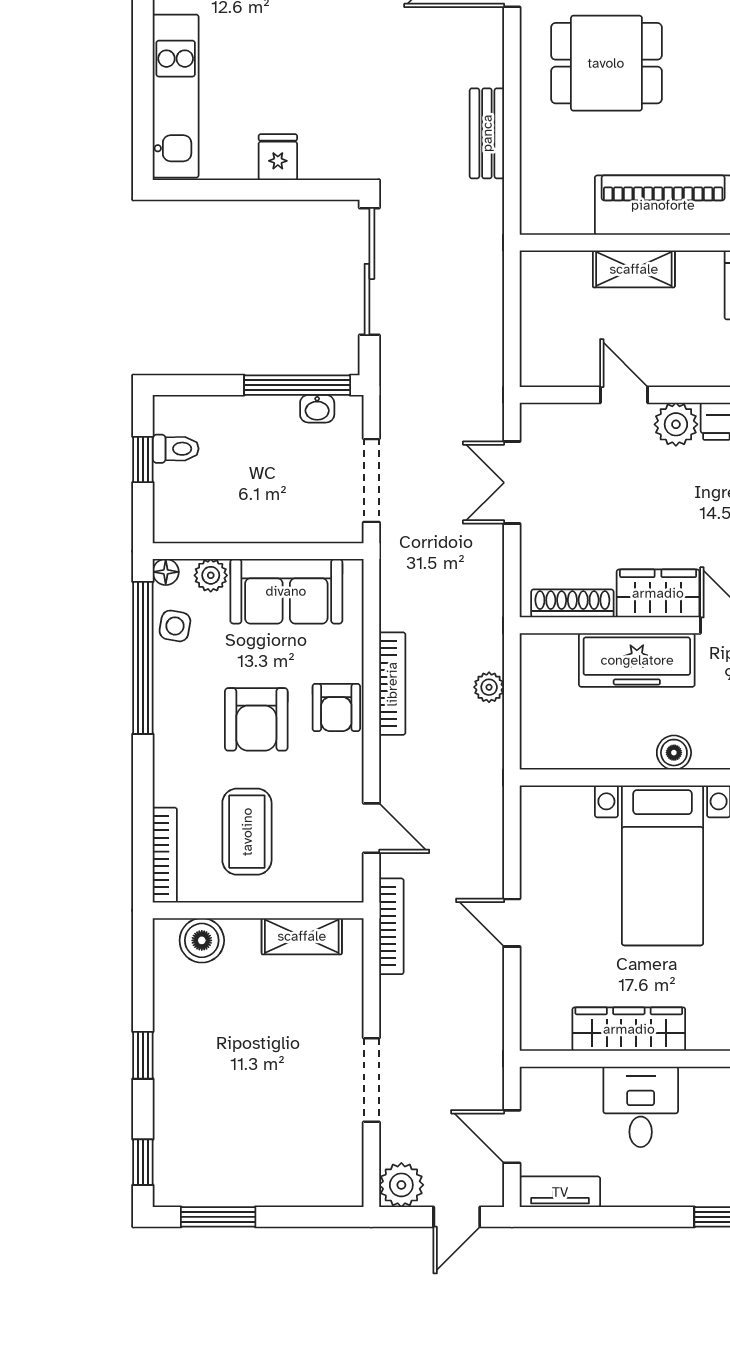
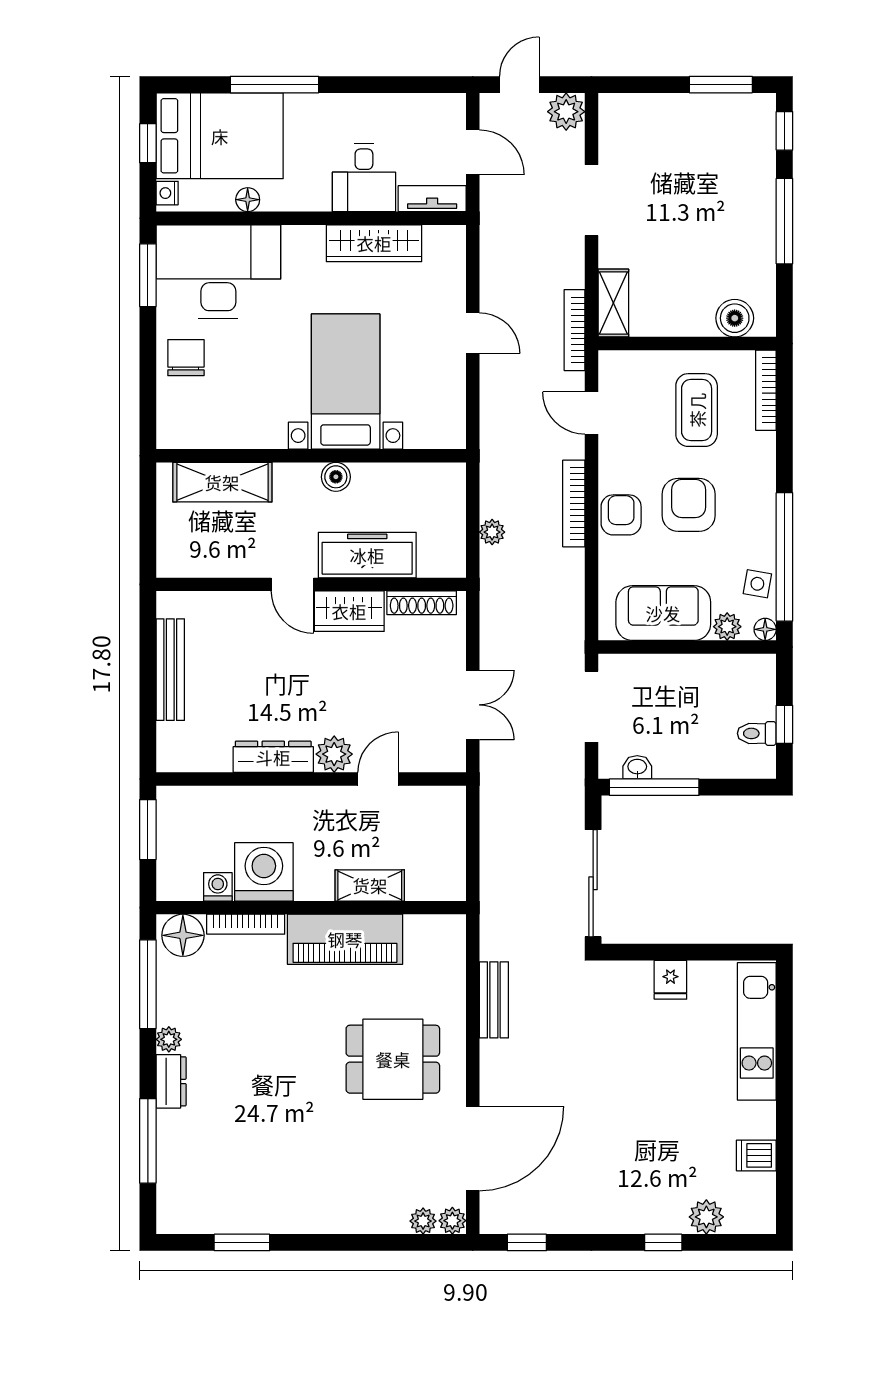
door: (624, 395) -> (378, 779), swing flipped
bookcase: (392, 684) -> (574, 504), moved
shelving: (302, 936) -> (613, 303), moved, turned 90
window: (143, 1055) -> (784, 221), width x2.17
tv unit: (560, 1192) -> (432, 199), moved, turned 180

